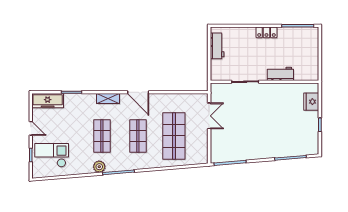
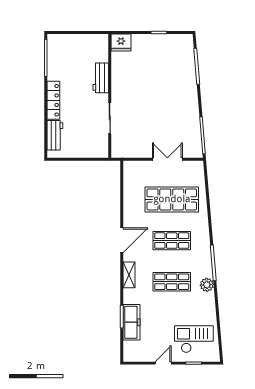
locker: (266, 32) -> (53, 100), width x1.53
workbench: (217, 46) -> (55, 135), moved, turned 90
freezer: (48, 101) -> (131, 322), moved
fridge: (311, 102) -> (121, 42), moved
double door: (209, 116) -> (167, 159), moved
checkout: (52, 155) -> (194, 339), turned 90

